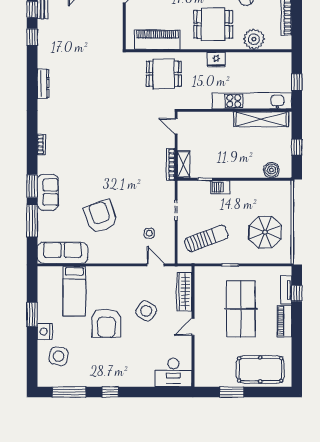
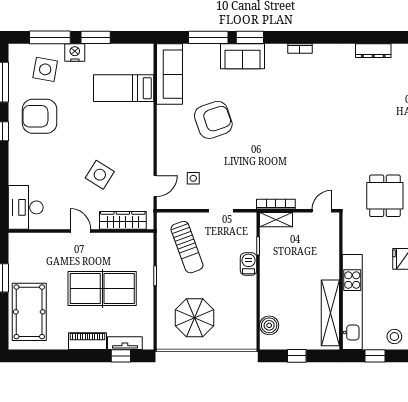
stool: (281, 66) -> (394, 337), added
armchair: (106, 323) -> (40, 116), moved
window: (32, 352) -> (50, 37), added

